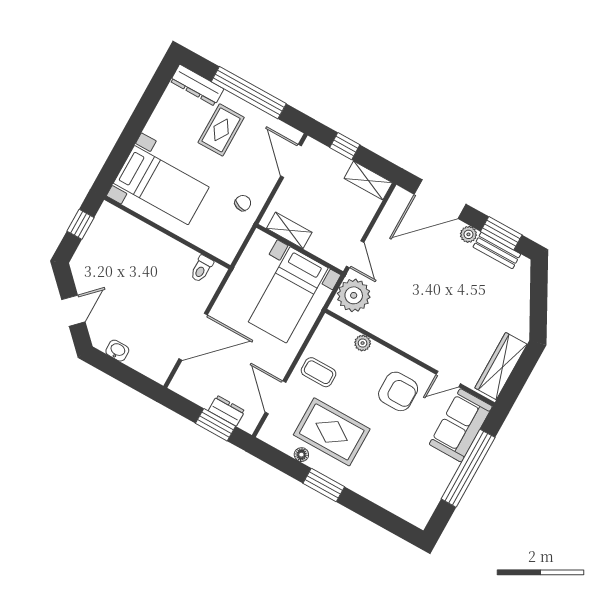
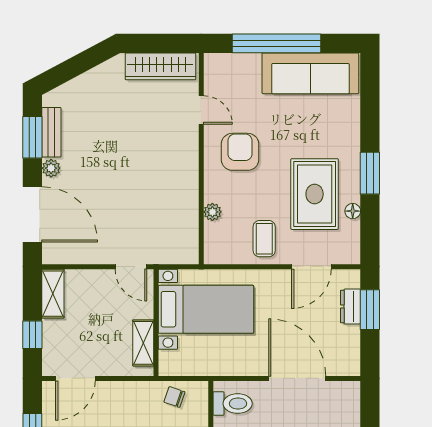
chair: (243, 203) -> (174, 397), moved
door: (355, 254) -> (131, 267), swing flipped
toilet: (202, 269) -> (233, 404), width x1.37, depth x1.39
plant: (354, 295) -> (171, 246), removed
sofa: (461, 425) -> (310, 73), moved, width x1.36

